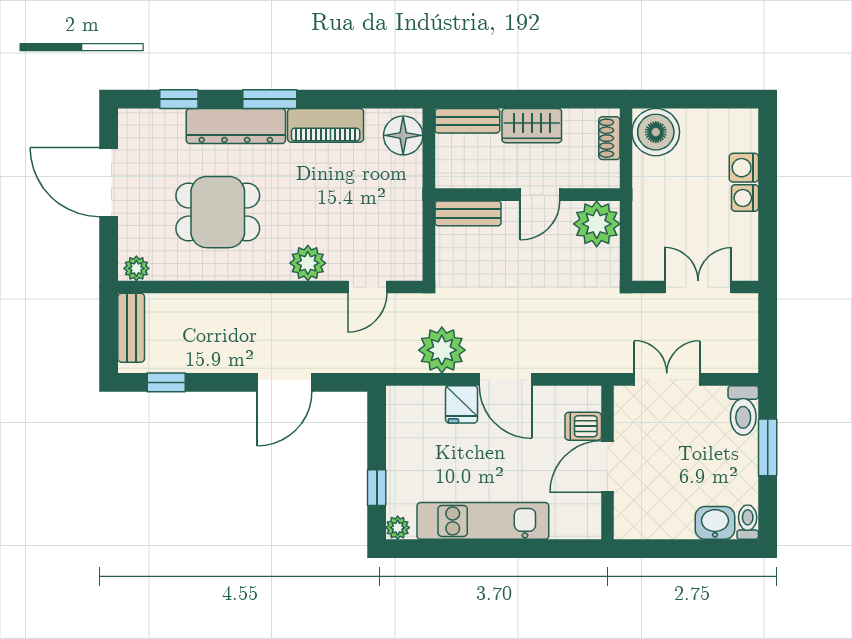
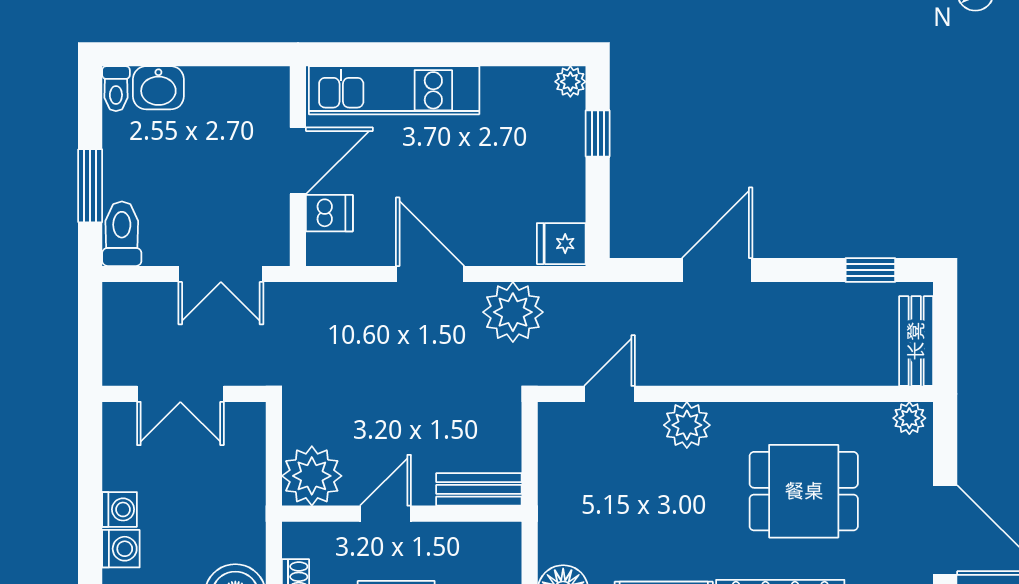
fridge: (462, 404) -> (561, 244), moved, turned -90
kitchen unit: (483, 521) -> (394, 90), moved

